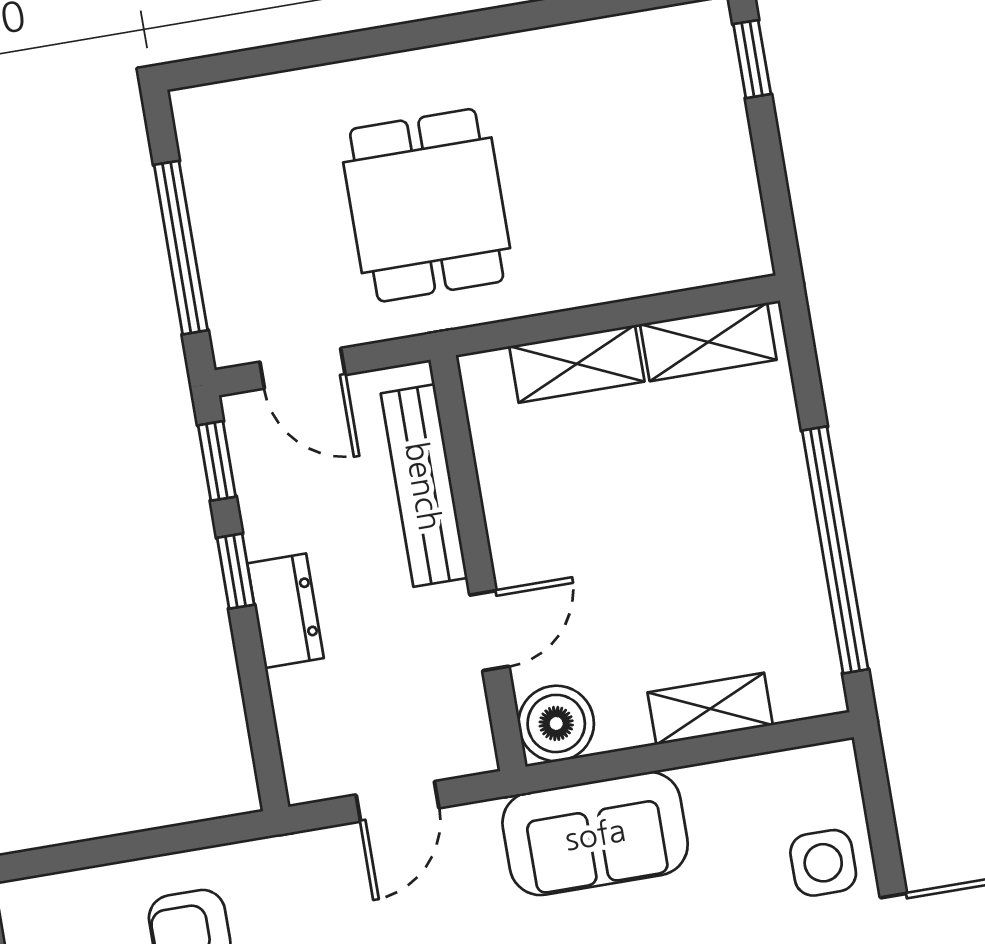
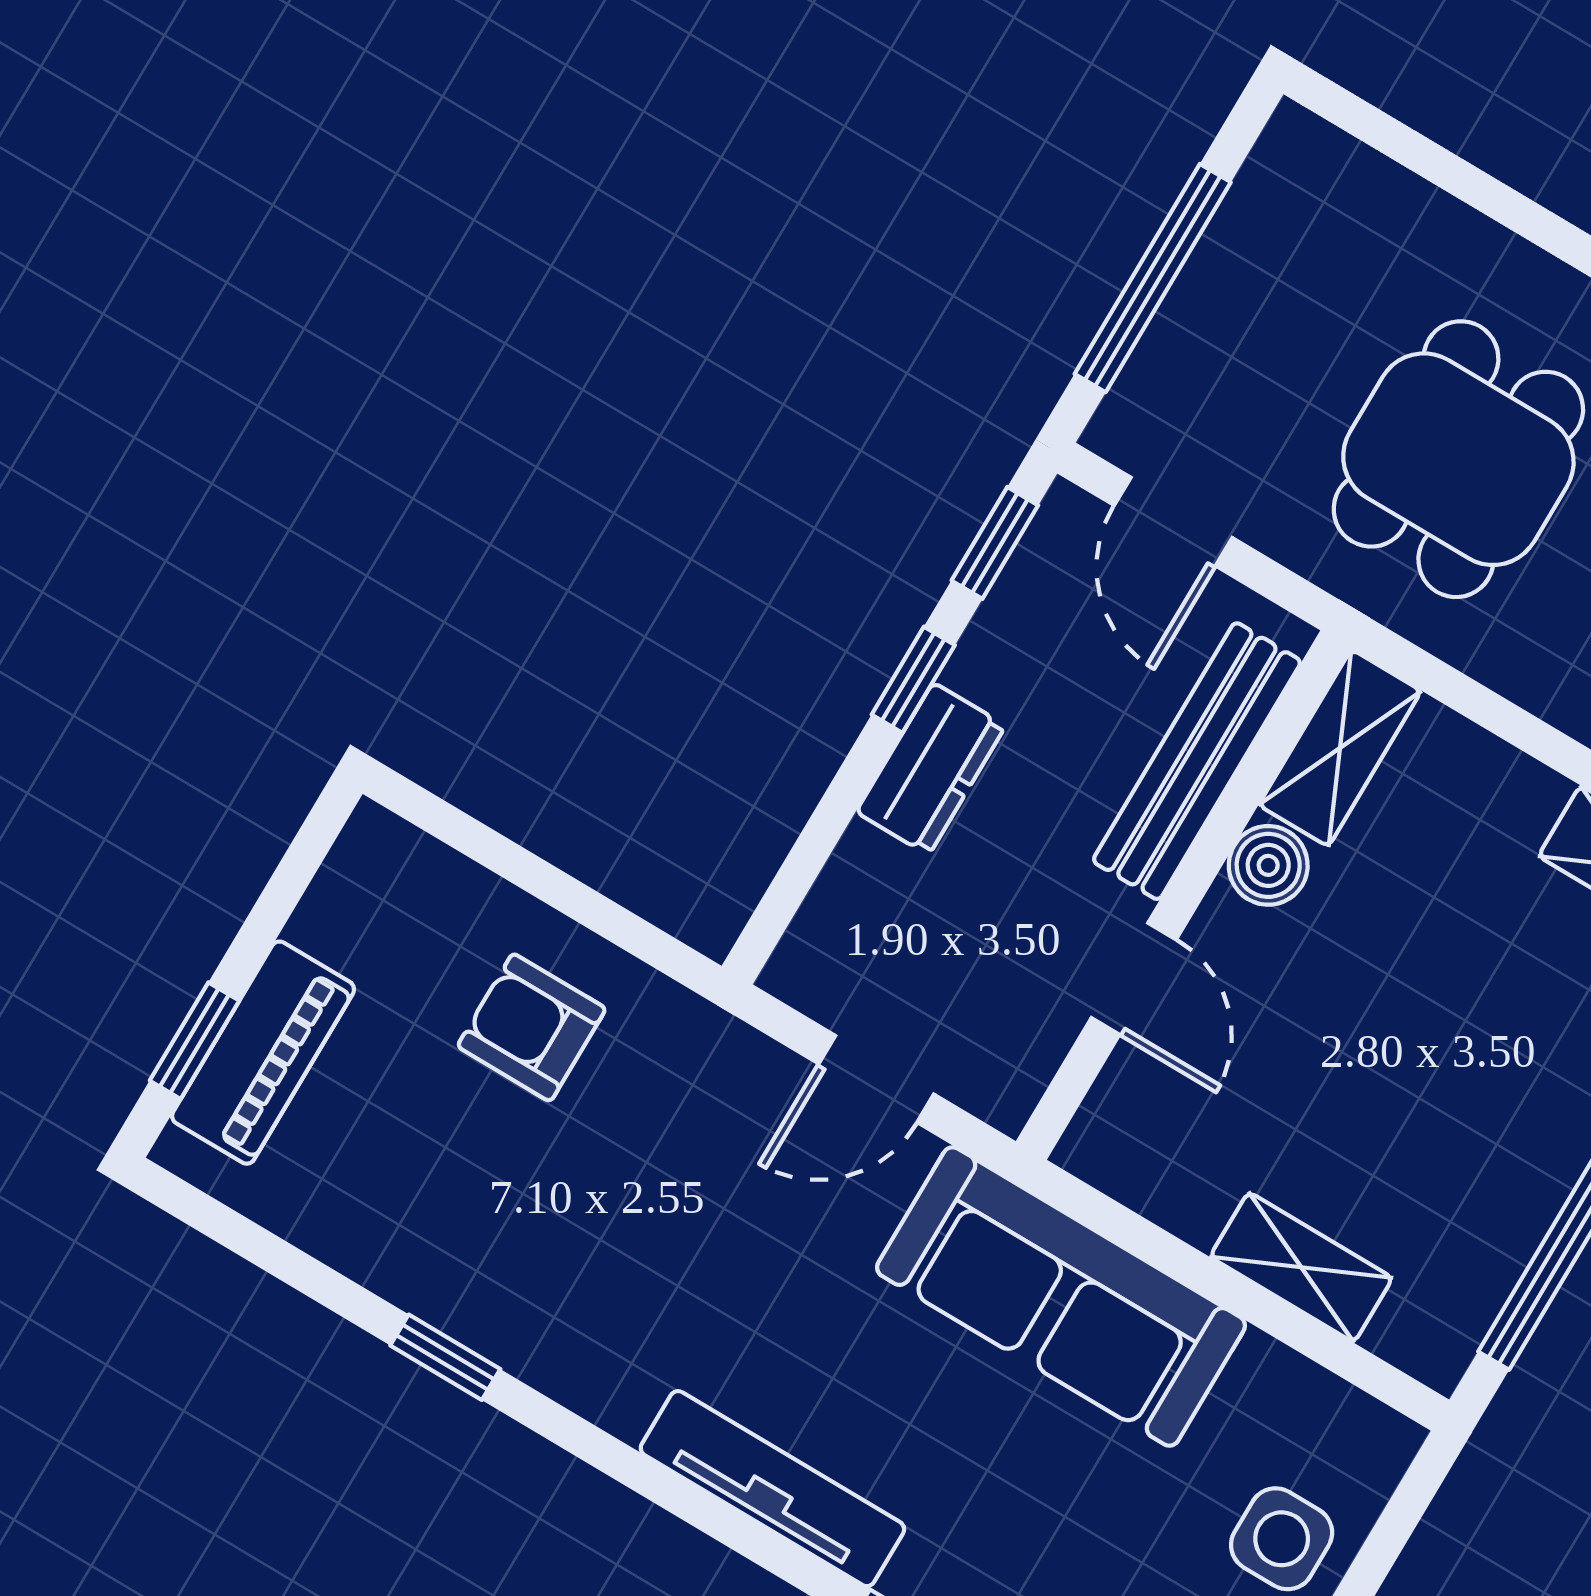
shelving: (577, 364) -> (1340, 748), moved, turned 90
door: (489, 631) -> (1134, 979), hinge flipped
boiler: (556, 723) -> (1268, 865), moved, width x0.73, depth x0.73
sofa: (595, 834) -> (1061, 1296), width x1.36

